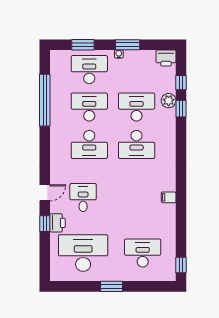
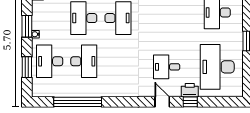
desk: (89, 107) -> (84, 61), turned 180
desk: (89, 144) -> (118, 61), removed

